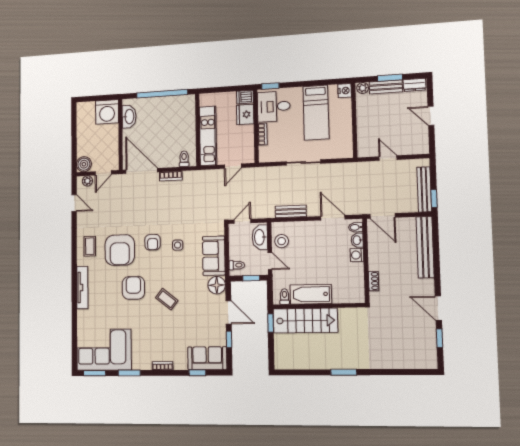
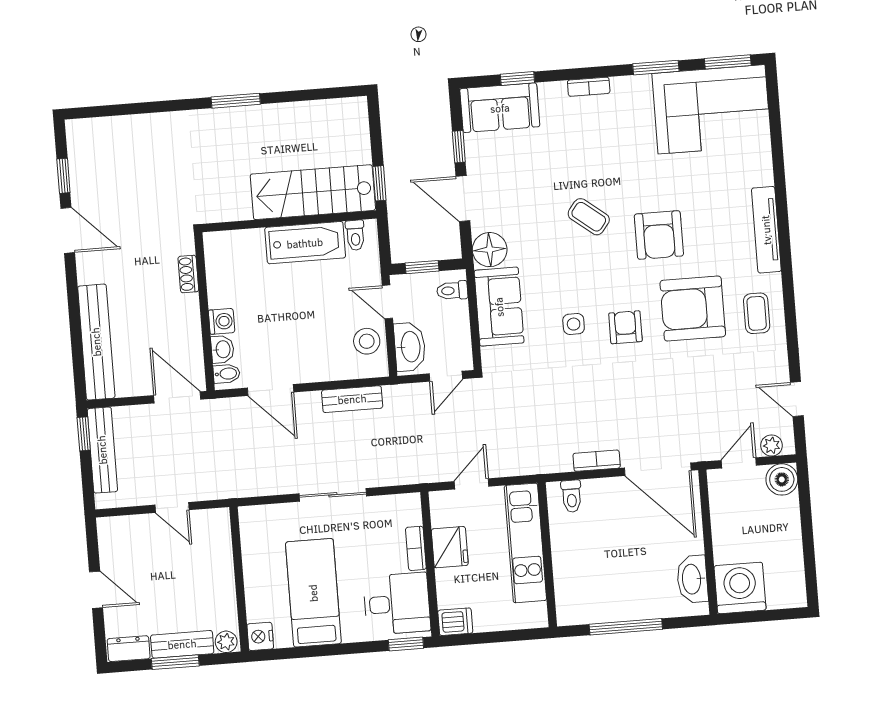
window: (162, 94) -> (626, 627), width x0.68
fridge: (245, 114) -> (450, 547), moved
armchair: (120, 250) -> (693, 309), turned -90

